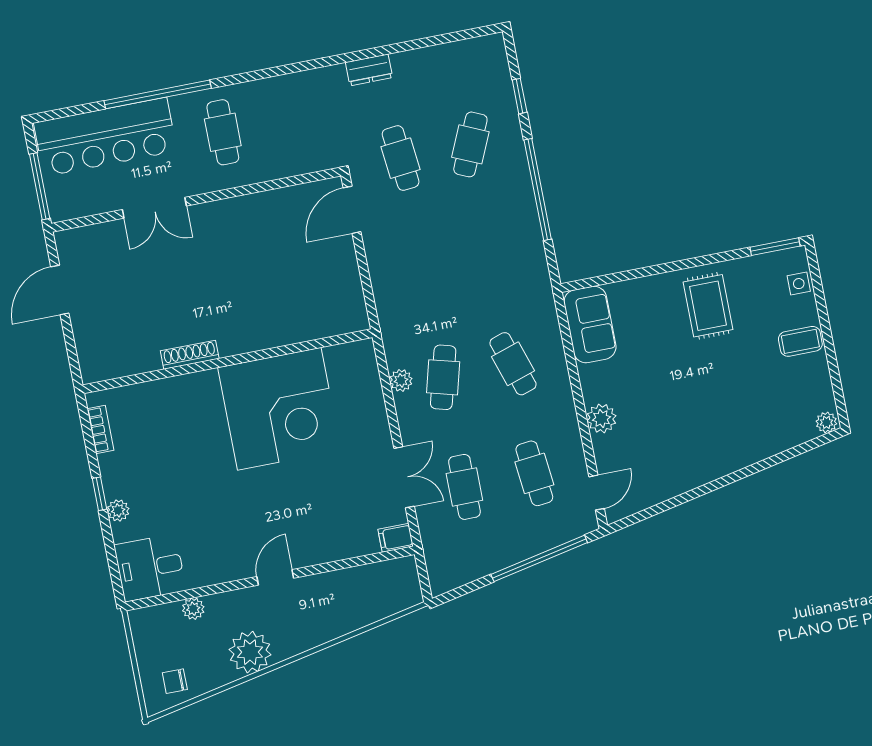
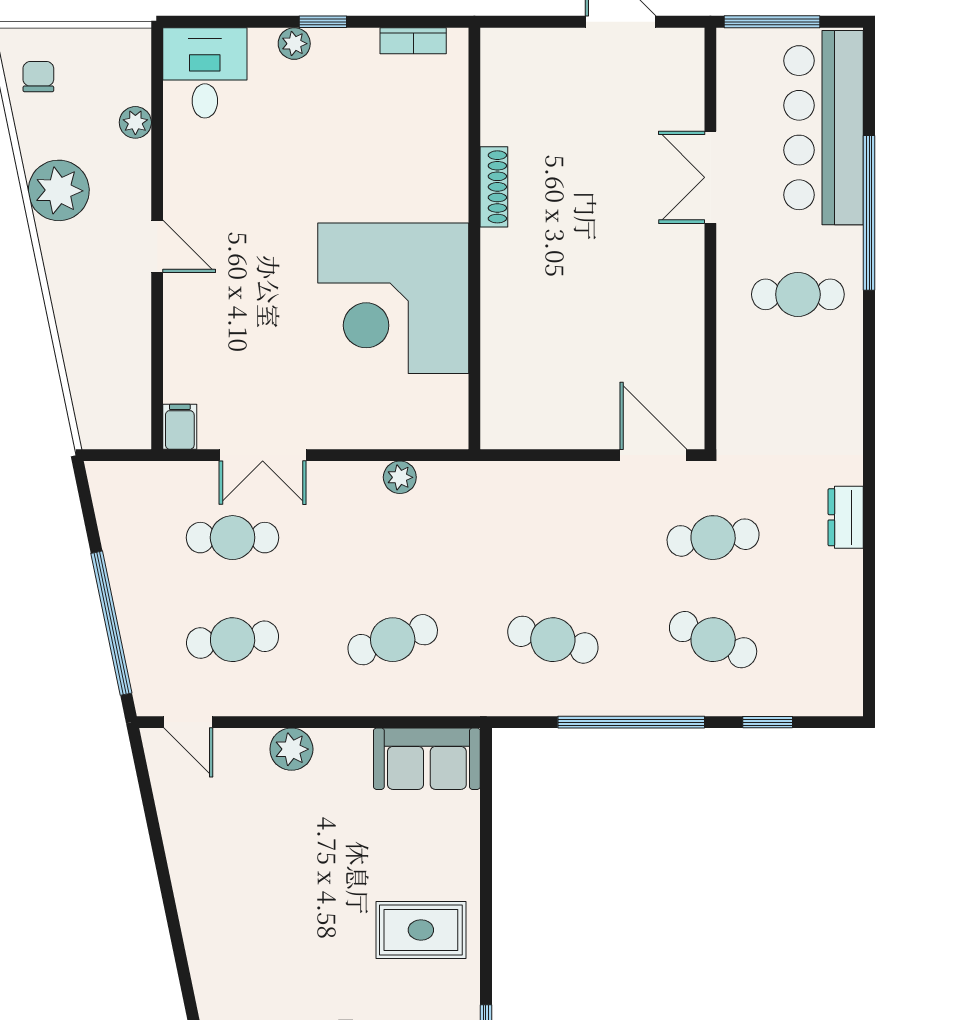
cafe table: (443, 377) -> (553, 640), moved

